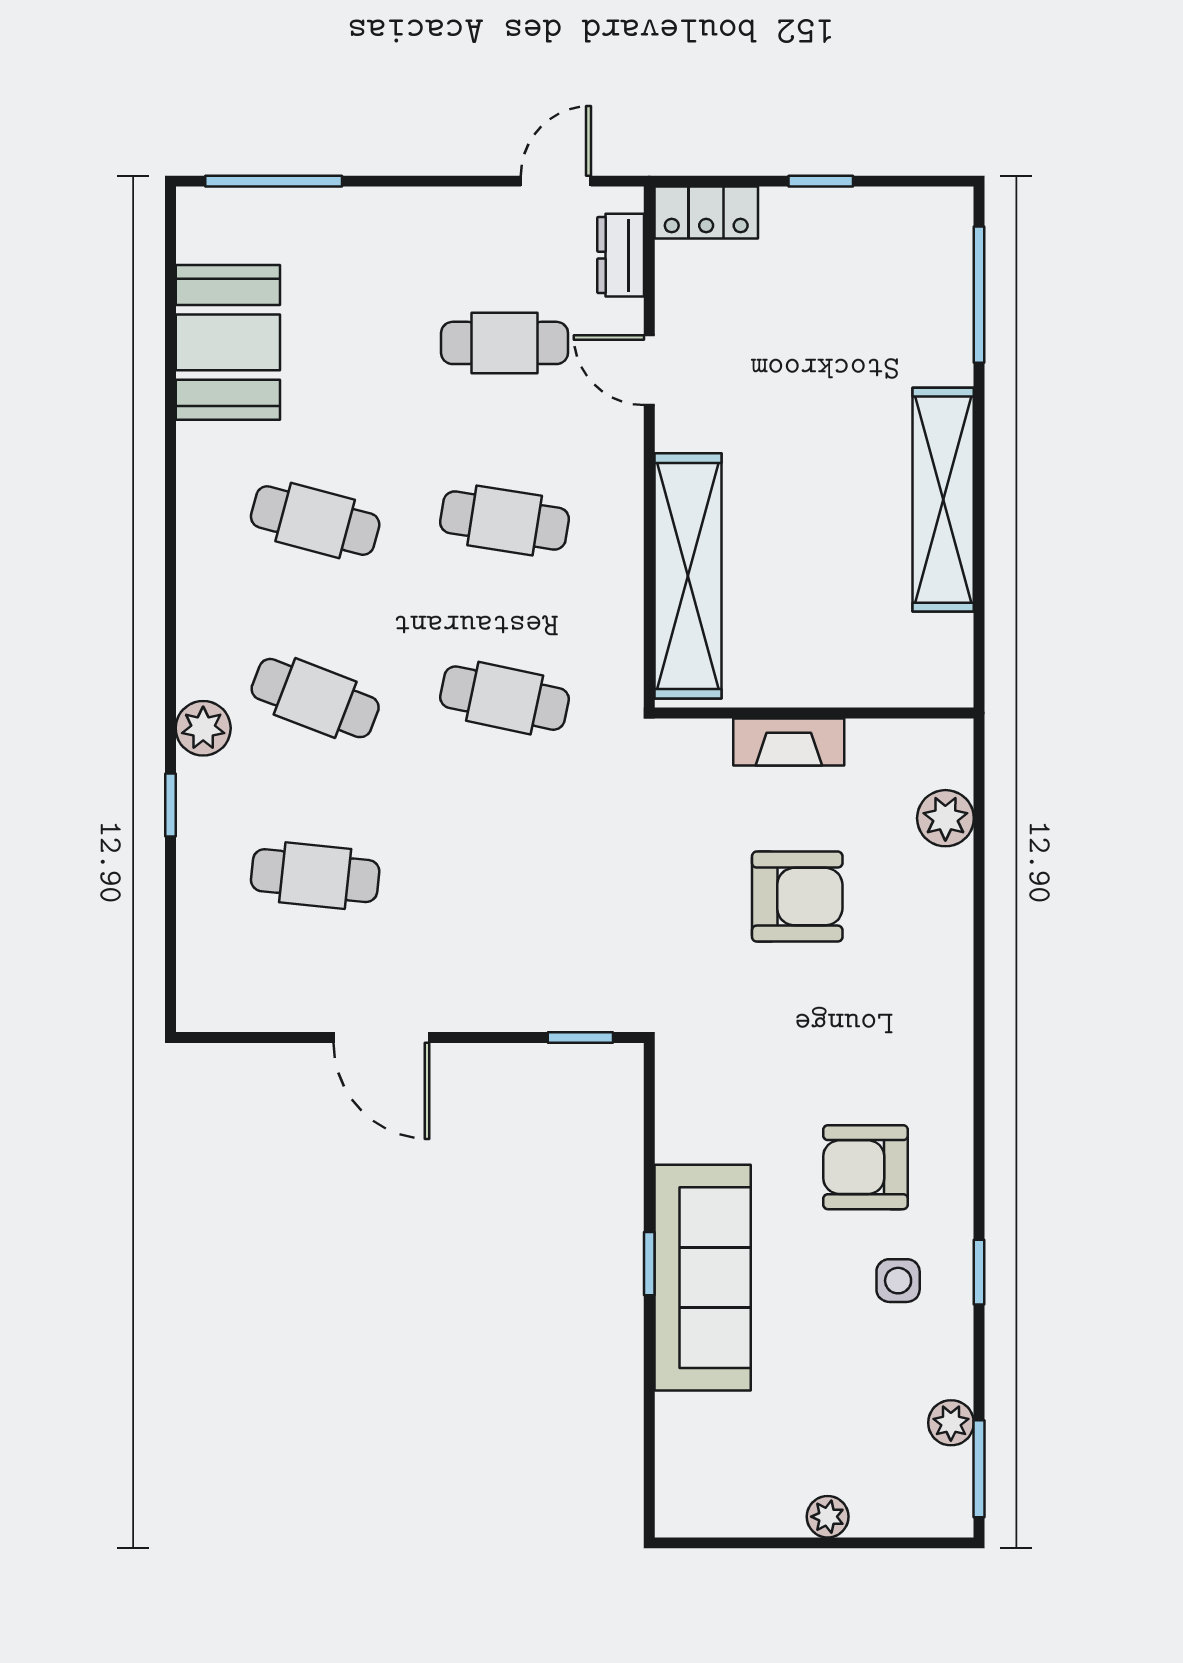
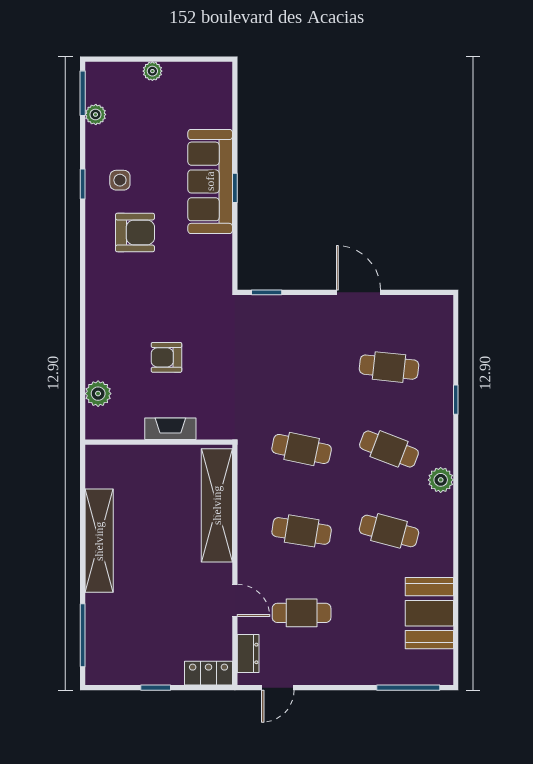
plant: (203, 728) -> (441, 480), moved
armchair: (797, 897) -> (166, 357), width x0.72, depth x0.72

